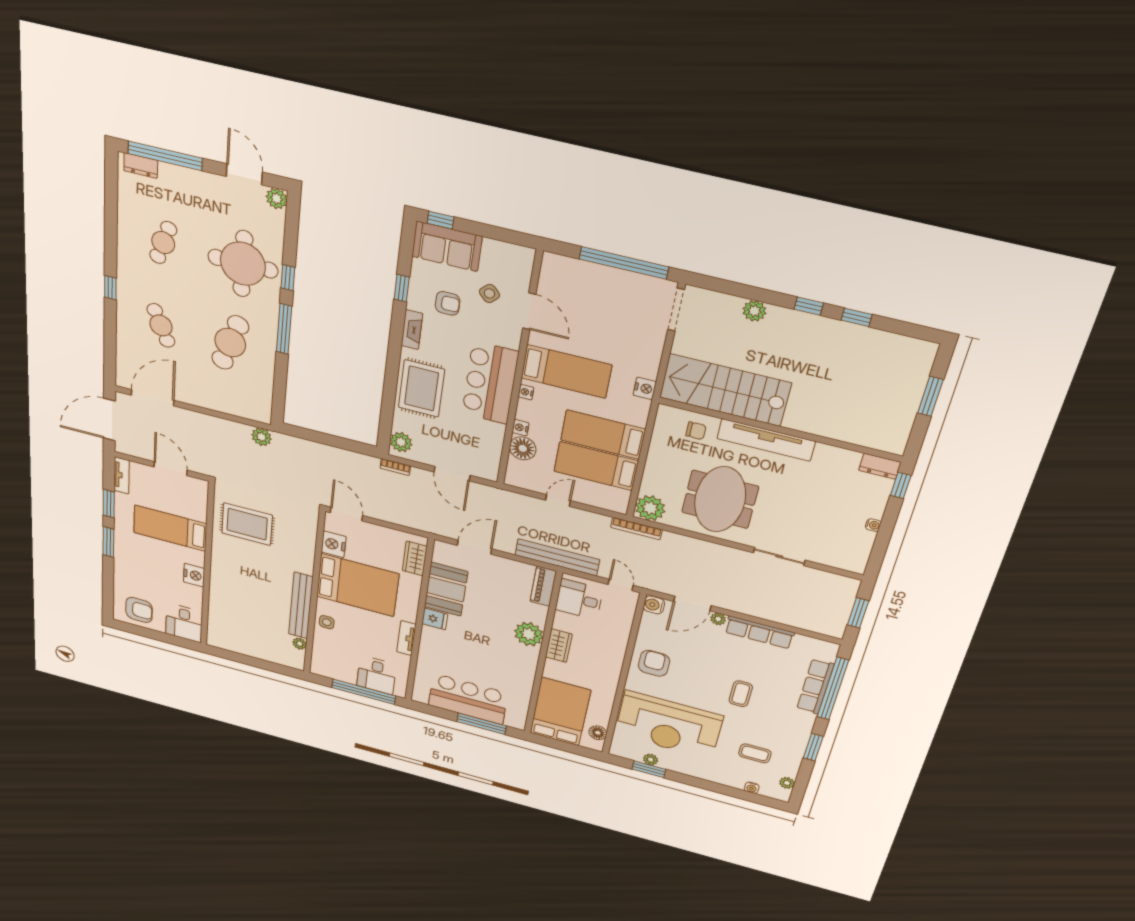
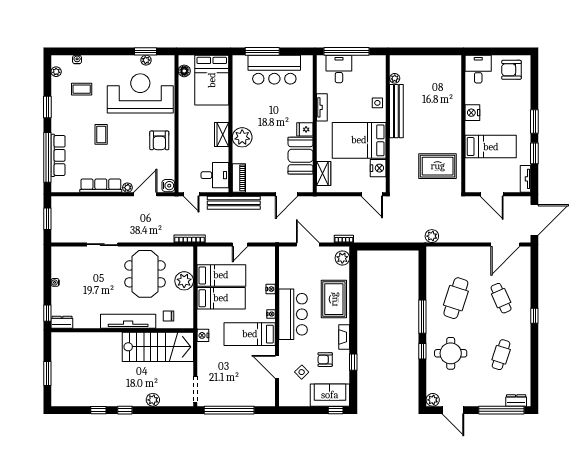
round table: (243, 264) -> (451, 353), width x0.73, depth x0.73
floor lamp: (523, 448) -> (267, 275), removed
plant: (650, 508) -> (184, 281), moved

